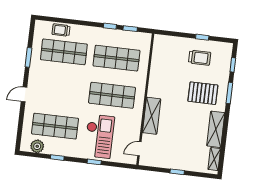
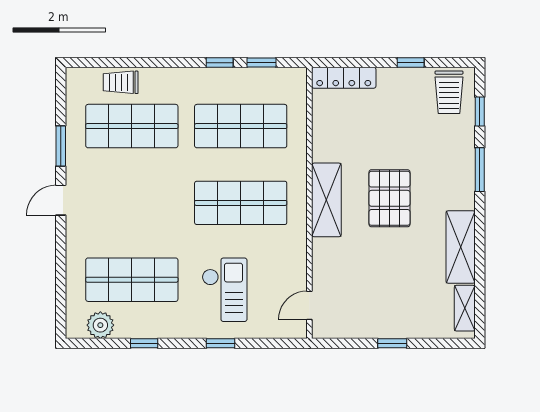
locker: (169, 41) -> (344, 78), added
trolley: (200, 58) -> (449, 92), moved, turned 90
pallet: (203, 93) -> (389, 198), moved, turned 90
door: (24, 94) -> (61, 200), moved
shelving: (152, 116) -> (326, 200), moved
checkout: (99, 136) -> (225, 290), width x0.73, depth x0.83

